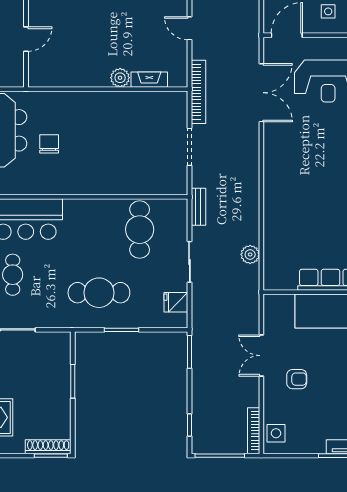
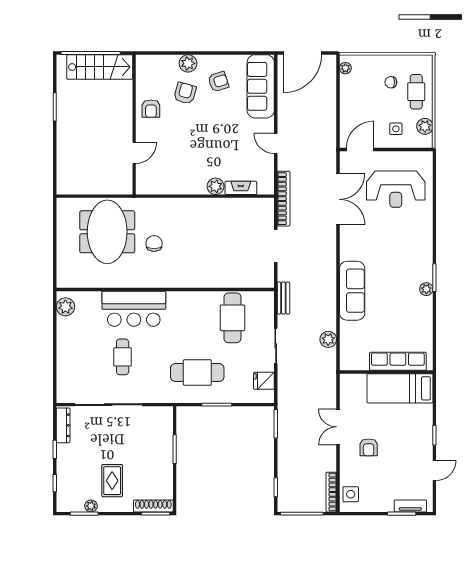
sofa: (278, 198) -> (352, 291), added
armchair: (297, 379) -> (369, 447), turned 90

